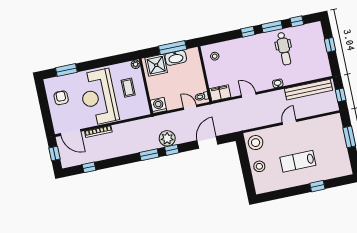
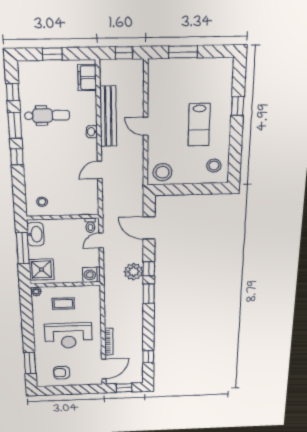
washbasin: (176, 58) -> (35, 234), moved
bench: (308, 90) -> (108, 116), moved
filing cabinet: (220, 93) -> (87, 78), moved
reception desk: (99, 97) -> (68, 336), width x0.74, depth x0.77
stool: (259, 166) -> (214, 166), moved

